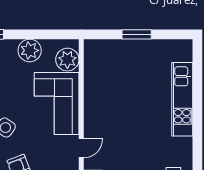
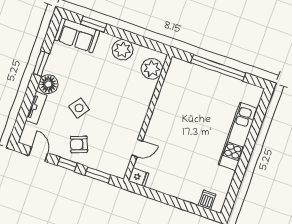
window: (137, 34) -> (218, 68), width x2.11
corner sofa: (57, 104) -> (130, 103), removed

